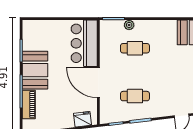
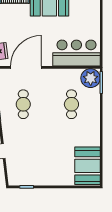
plant: (129, 25) -> (91, 78), moved, width x1.88, depth x1.88
door: (98, 82) -> (26, 67), moved

